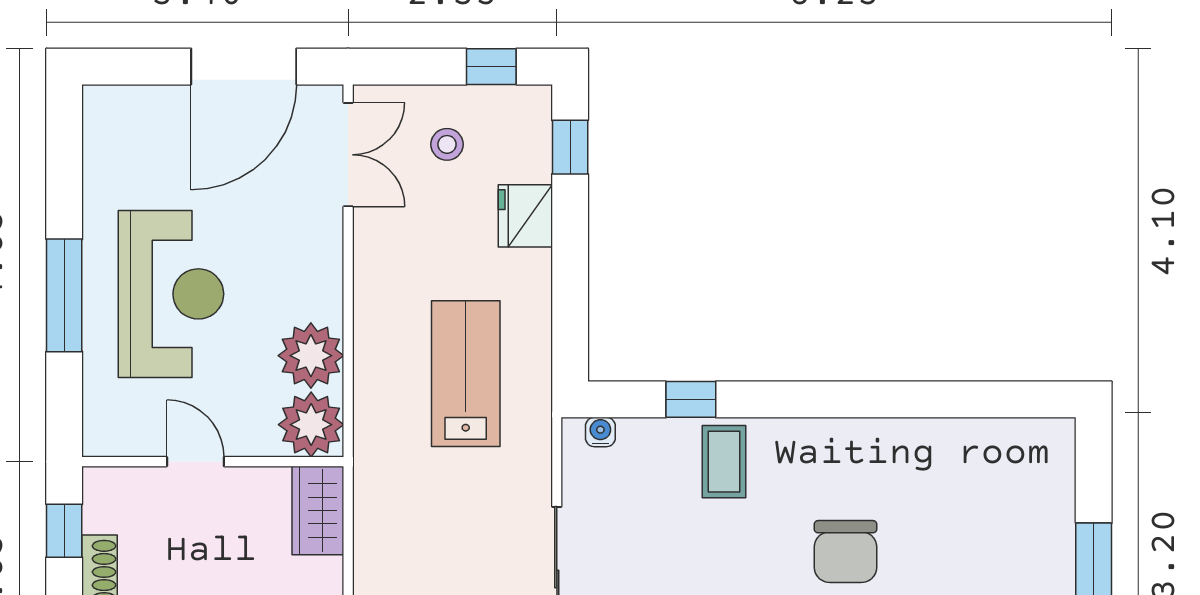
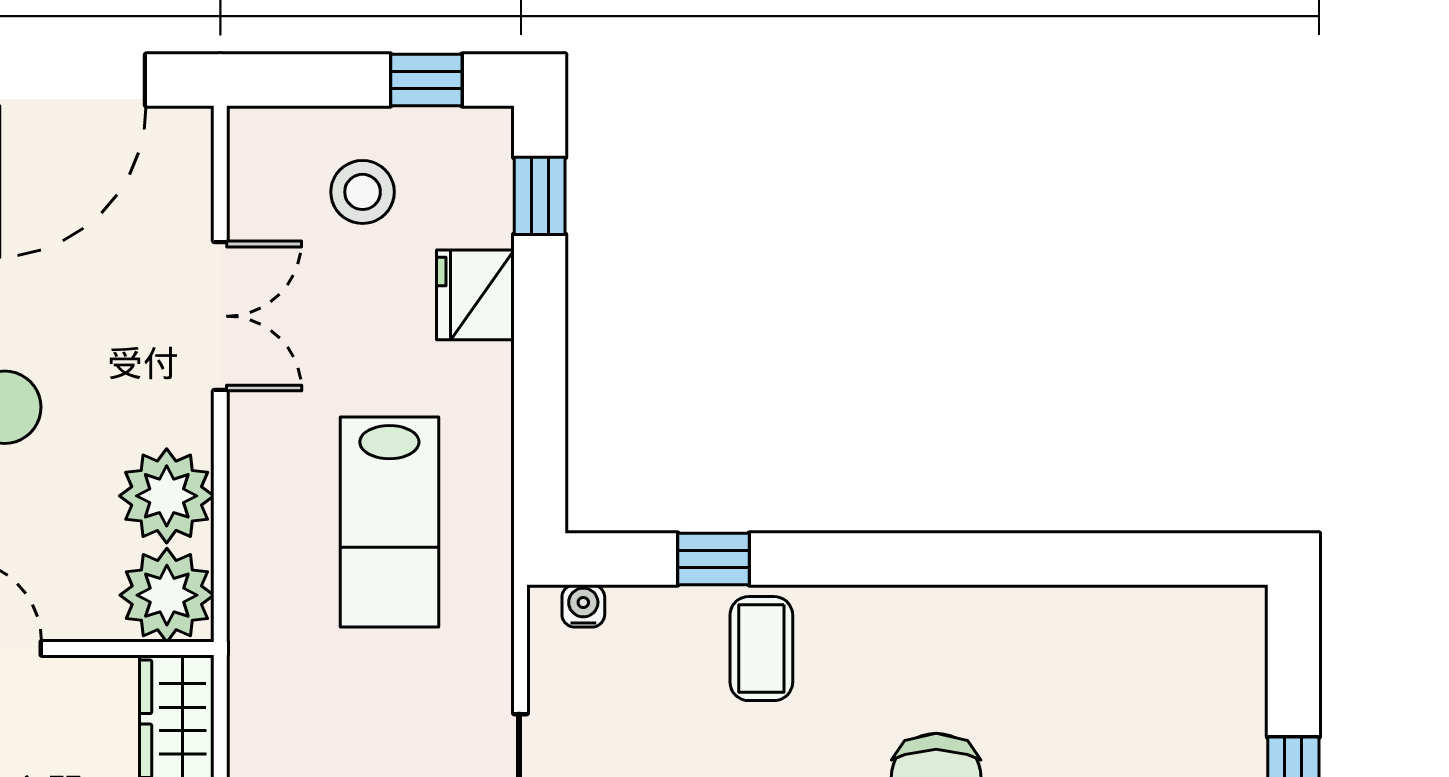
stool: (447, 144) -> (363, 192), width x1.37, depth x1.37
double door: (348, 155) -> (220, 316), moved
lab bench: (466, 374) -> (389, 522), turned 180

